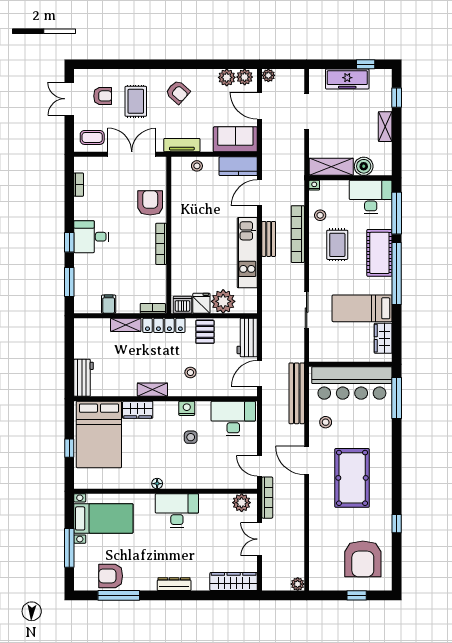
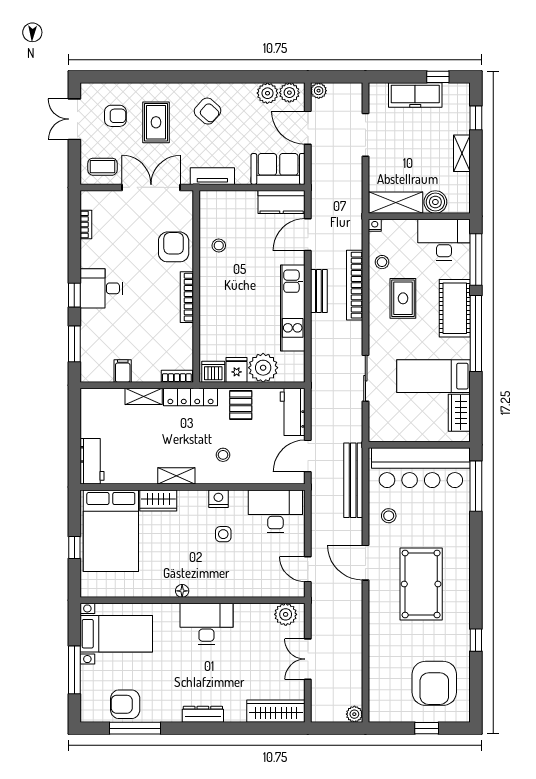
stool: (197, 166) -> (219, 246), moved
bookcase: (267, 498) -> (317, 608), removed

